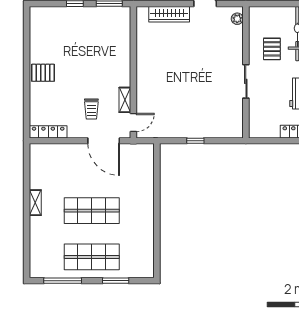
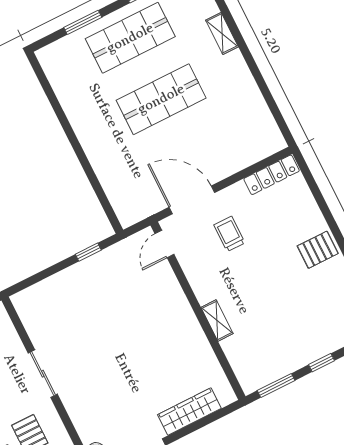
shelving: (125, 100) -> (217, 320), moved
window: (195, 141) -> (88, 252), moved
shelving: (35, 203) -> (222, 33), moved

